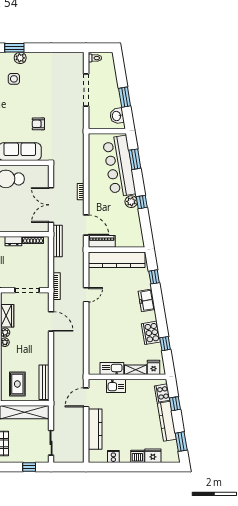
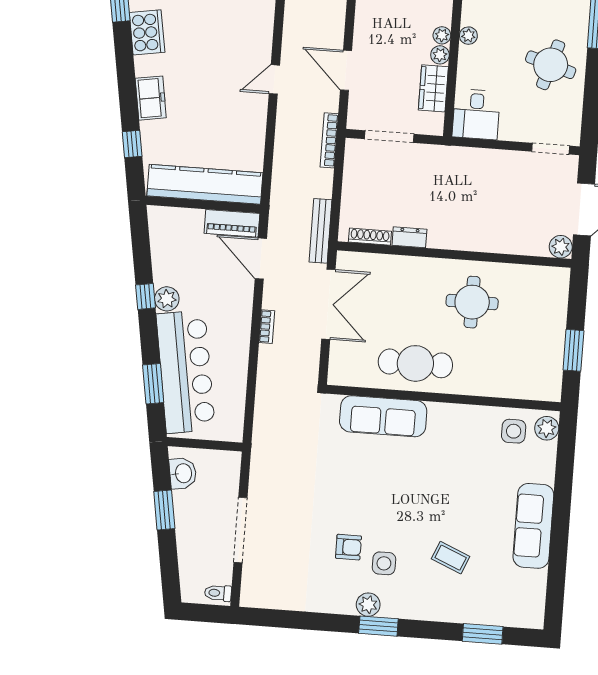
armchair: (38, 124) -> (348, 547), moved
door: (86, 295) -> (274, 79), moved

